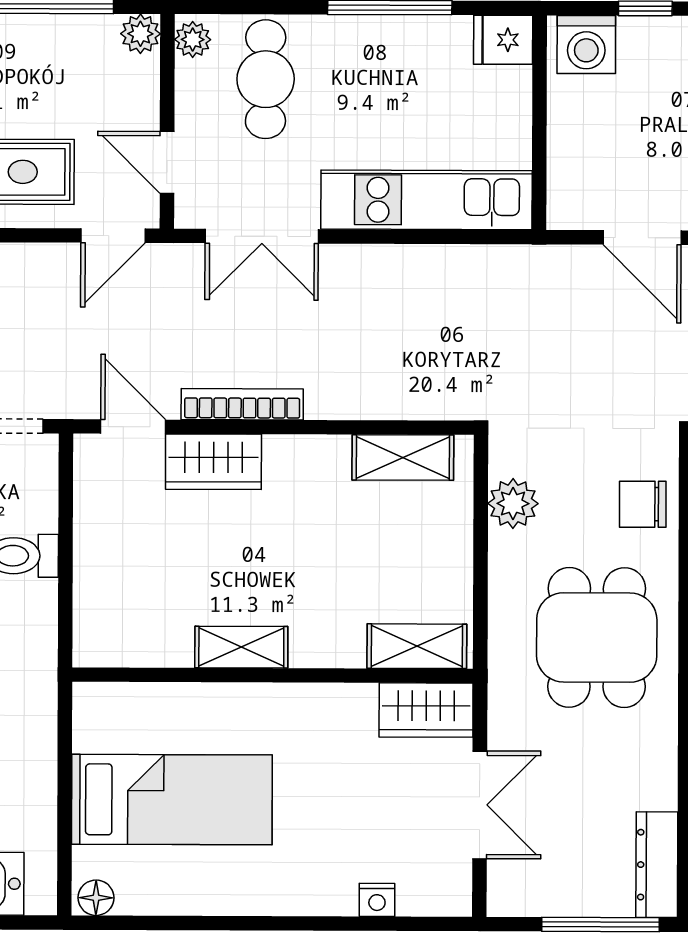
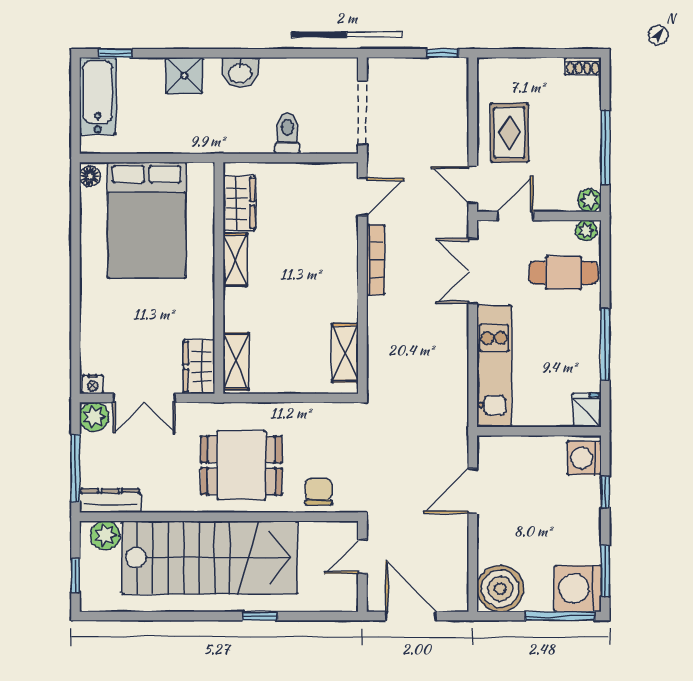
wardrobe: (213, 462) -> (239, 203), moved, turned 180
plant: (513, 503) -> (94, 417), moved
bed: (172, 800) -> (147, 220), width x1.50
nightstand: (377, 900) -> (93, 384), moved, turned -90

